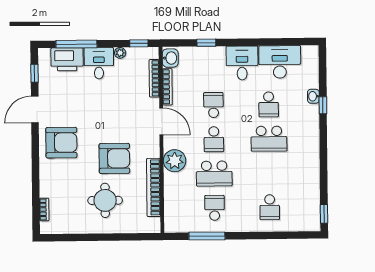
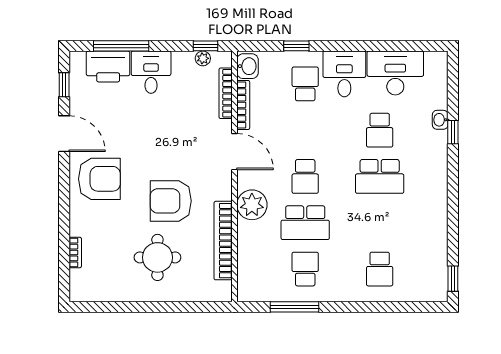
plant: (120, 53) -> (203, 58), moved
school desk: (213, 105) -> (305, 84), moved
door: (35, 109) -> (64, 134), swing flipped
armchair: (114, 158) -> (171, 201), turned 180
bookcase: (44, 209) -> (75, 252), moved

